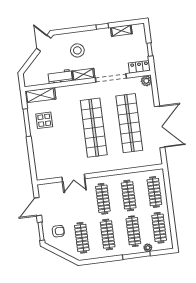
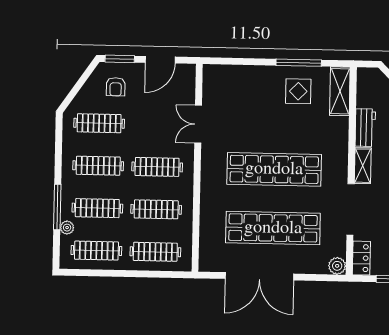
door: (38, 207) -> (160, 60), swing flipped

